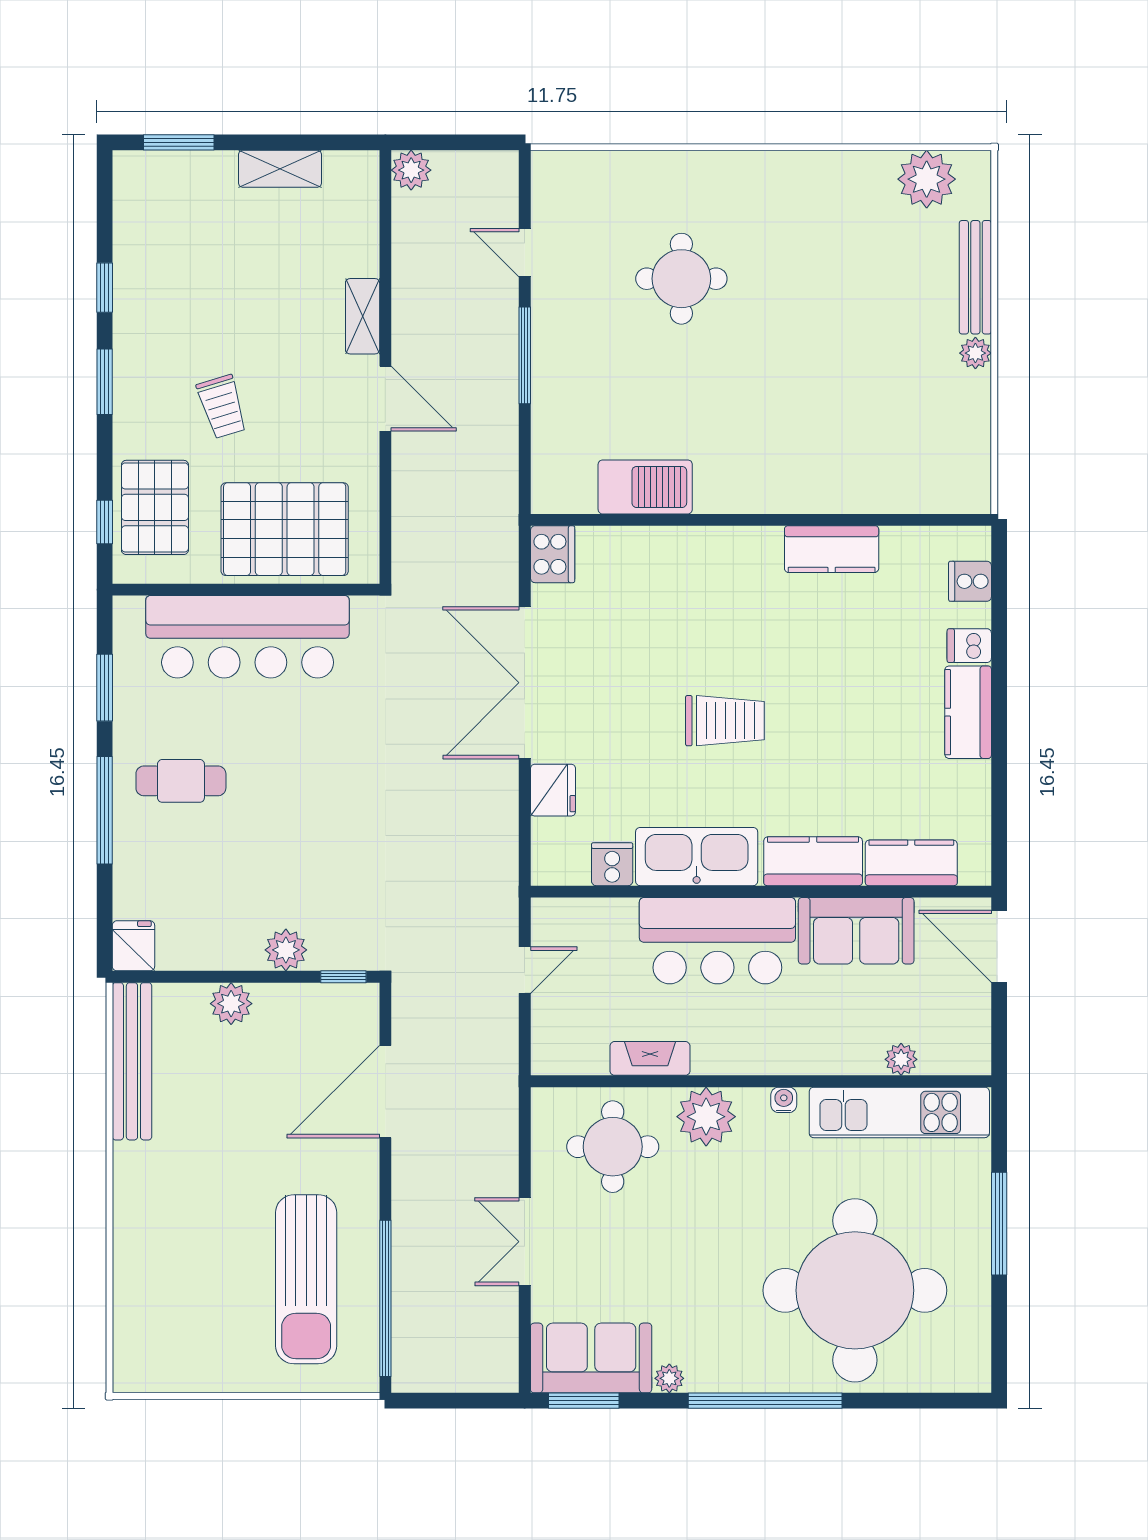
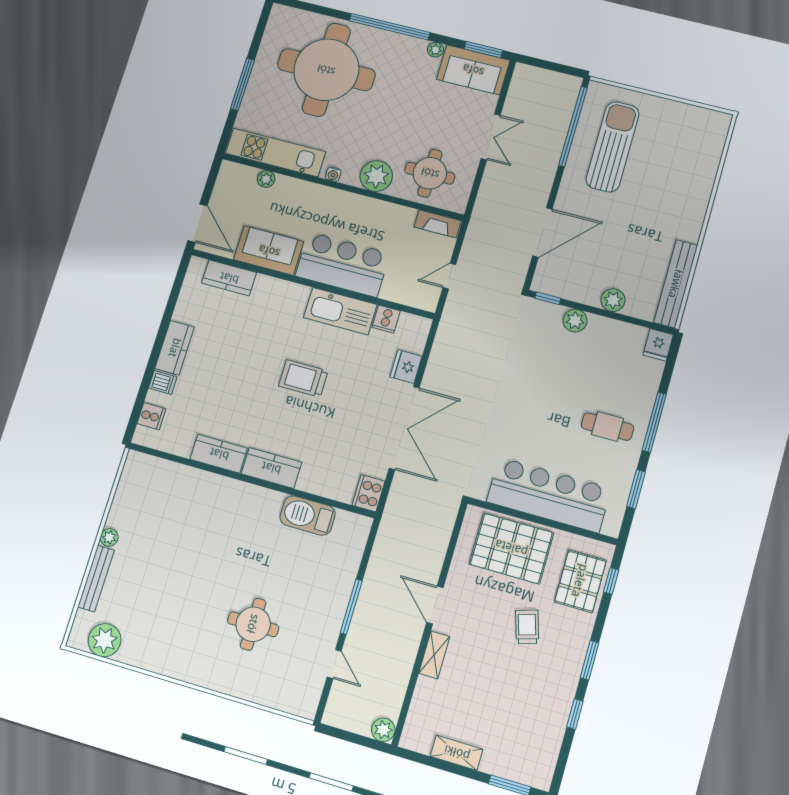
kitchen counter: (813, 861) -> (271, 468), moved, turned 180
fireplace: (650, 1058) -> (438, 224), moved

